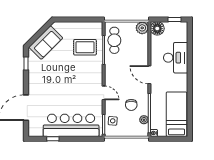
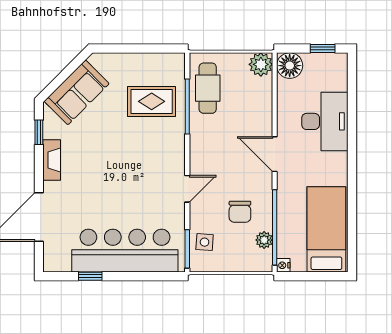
fireplace: (33, 78) -> (52, 160), added
door: (104, 93) -> (187, 189), hinge flipped

